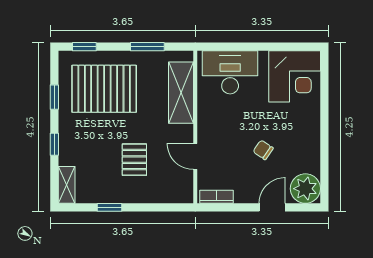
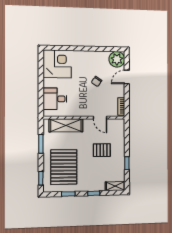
desk: (230, 72) -> (55, 99), width x0.73
door: (195, 156) -> (100, 118), hinge flipped
door: (272, 207) -> (127, 77), hinge flipped

